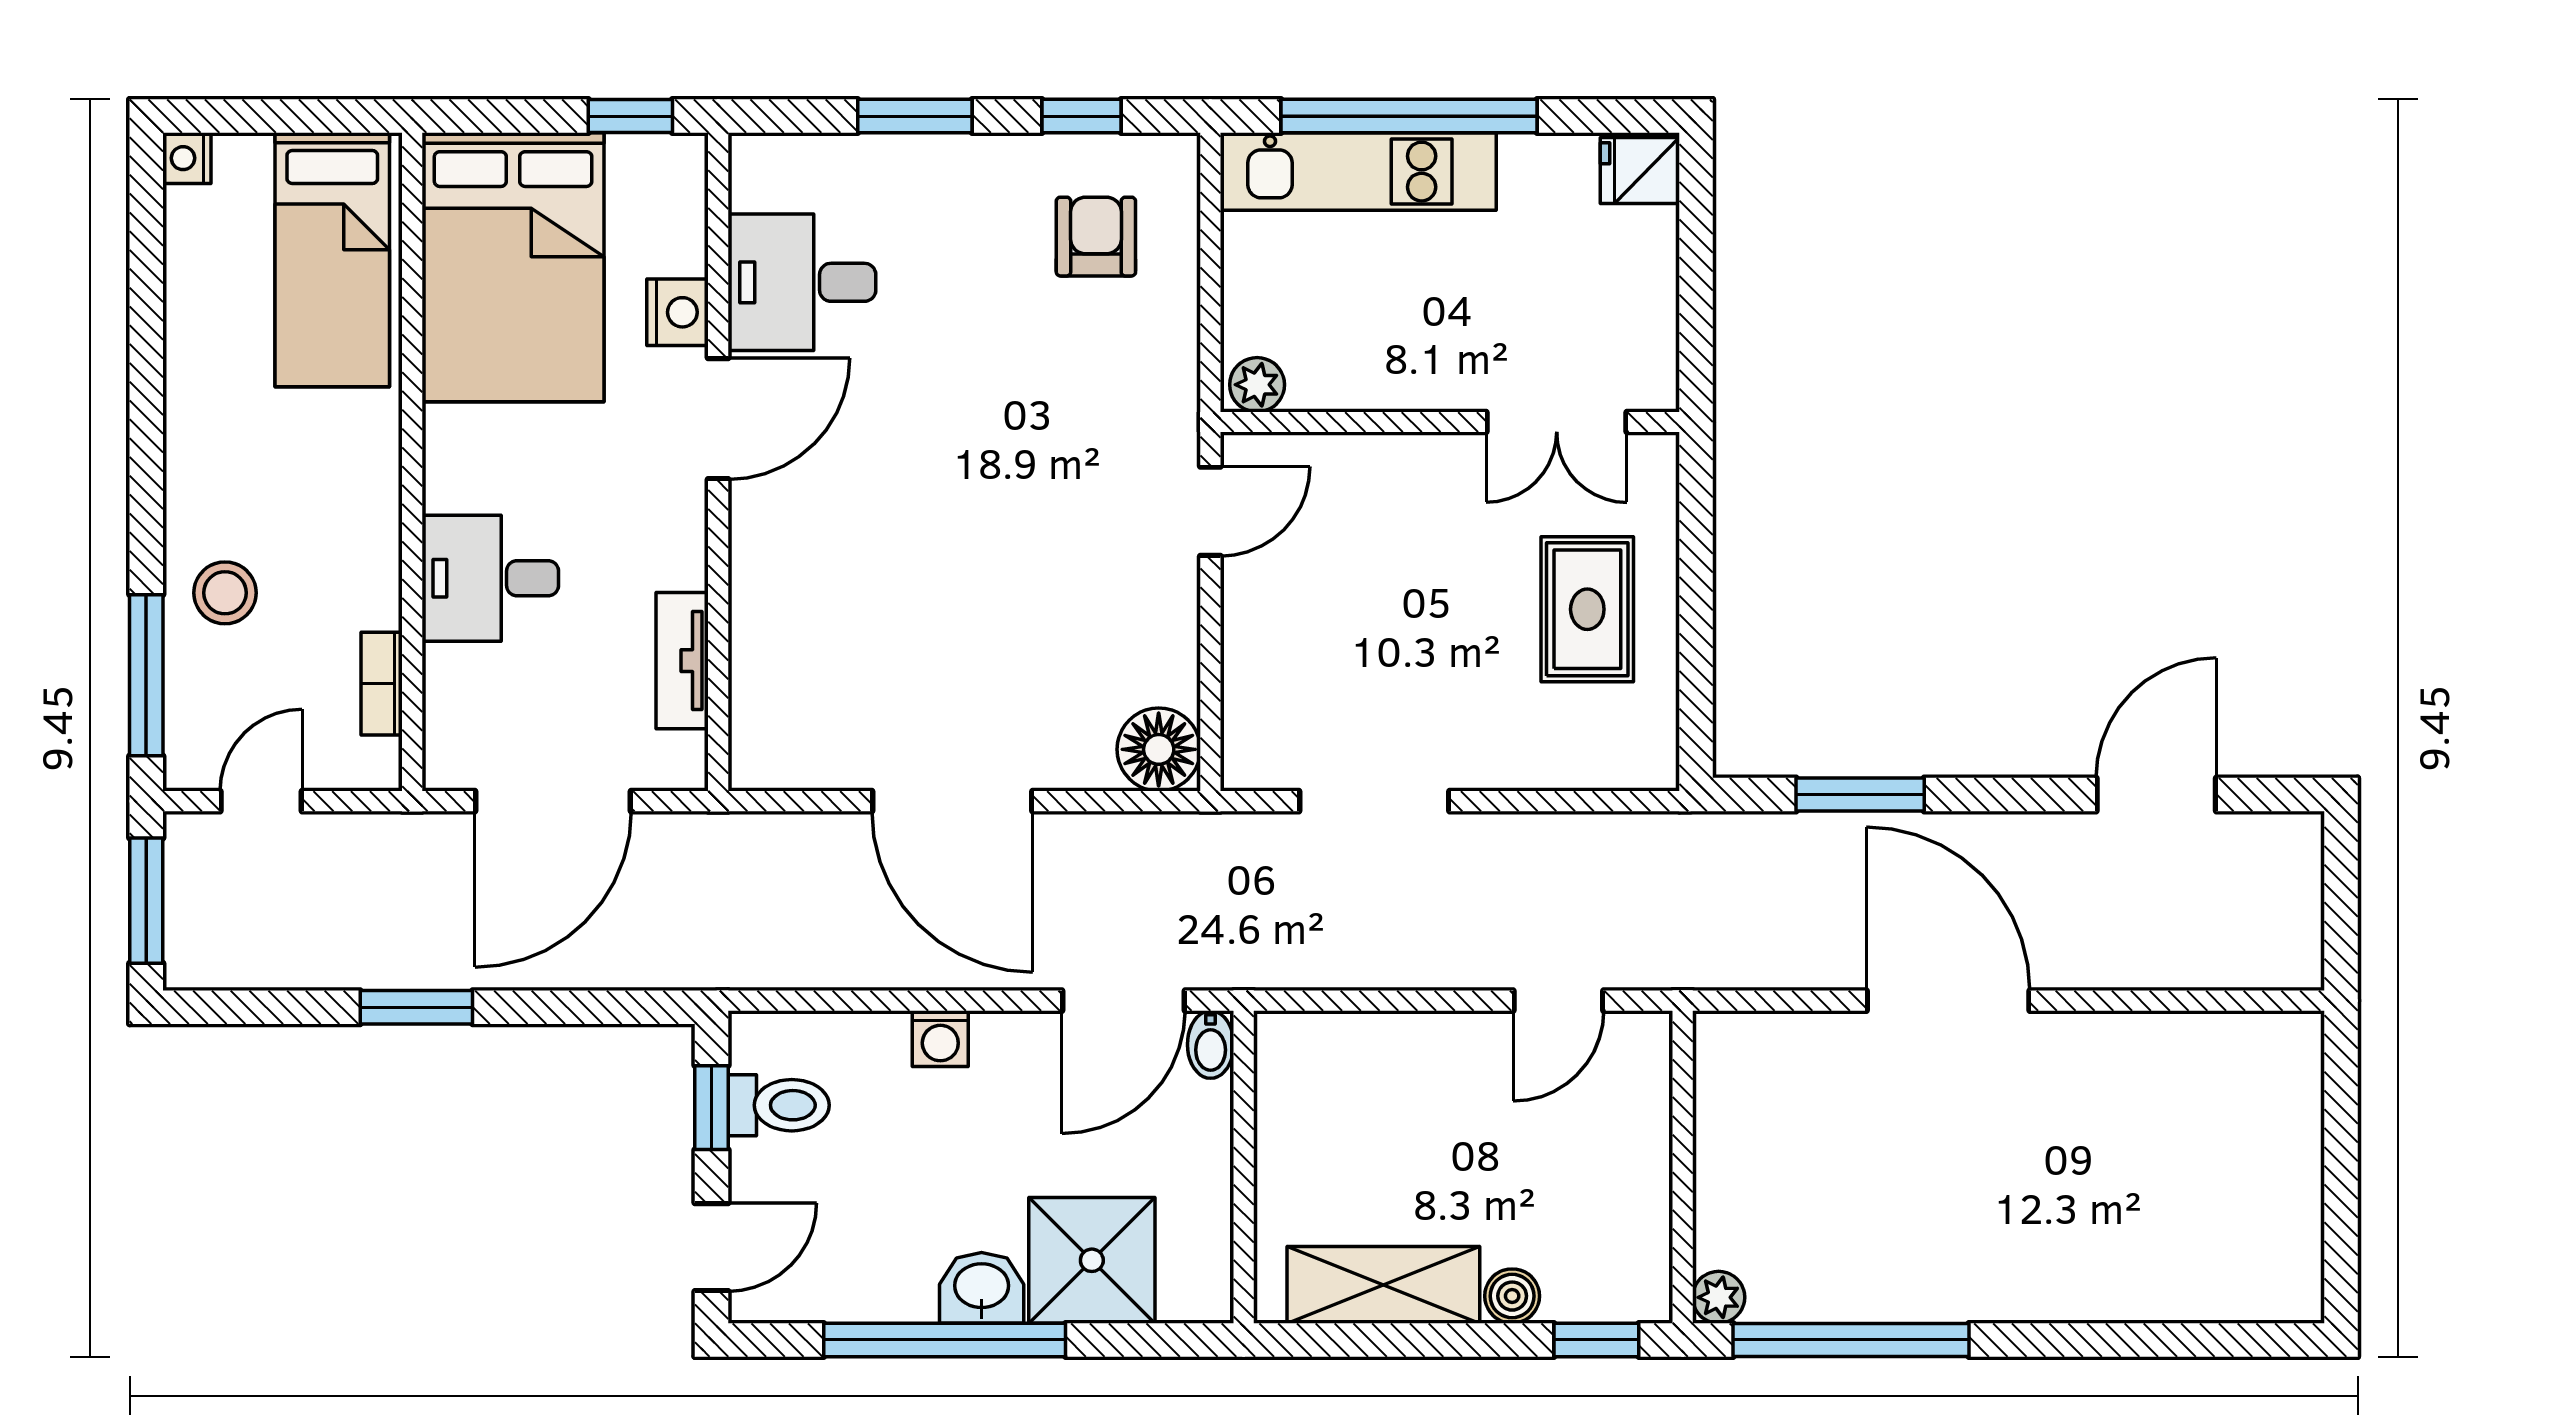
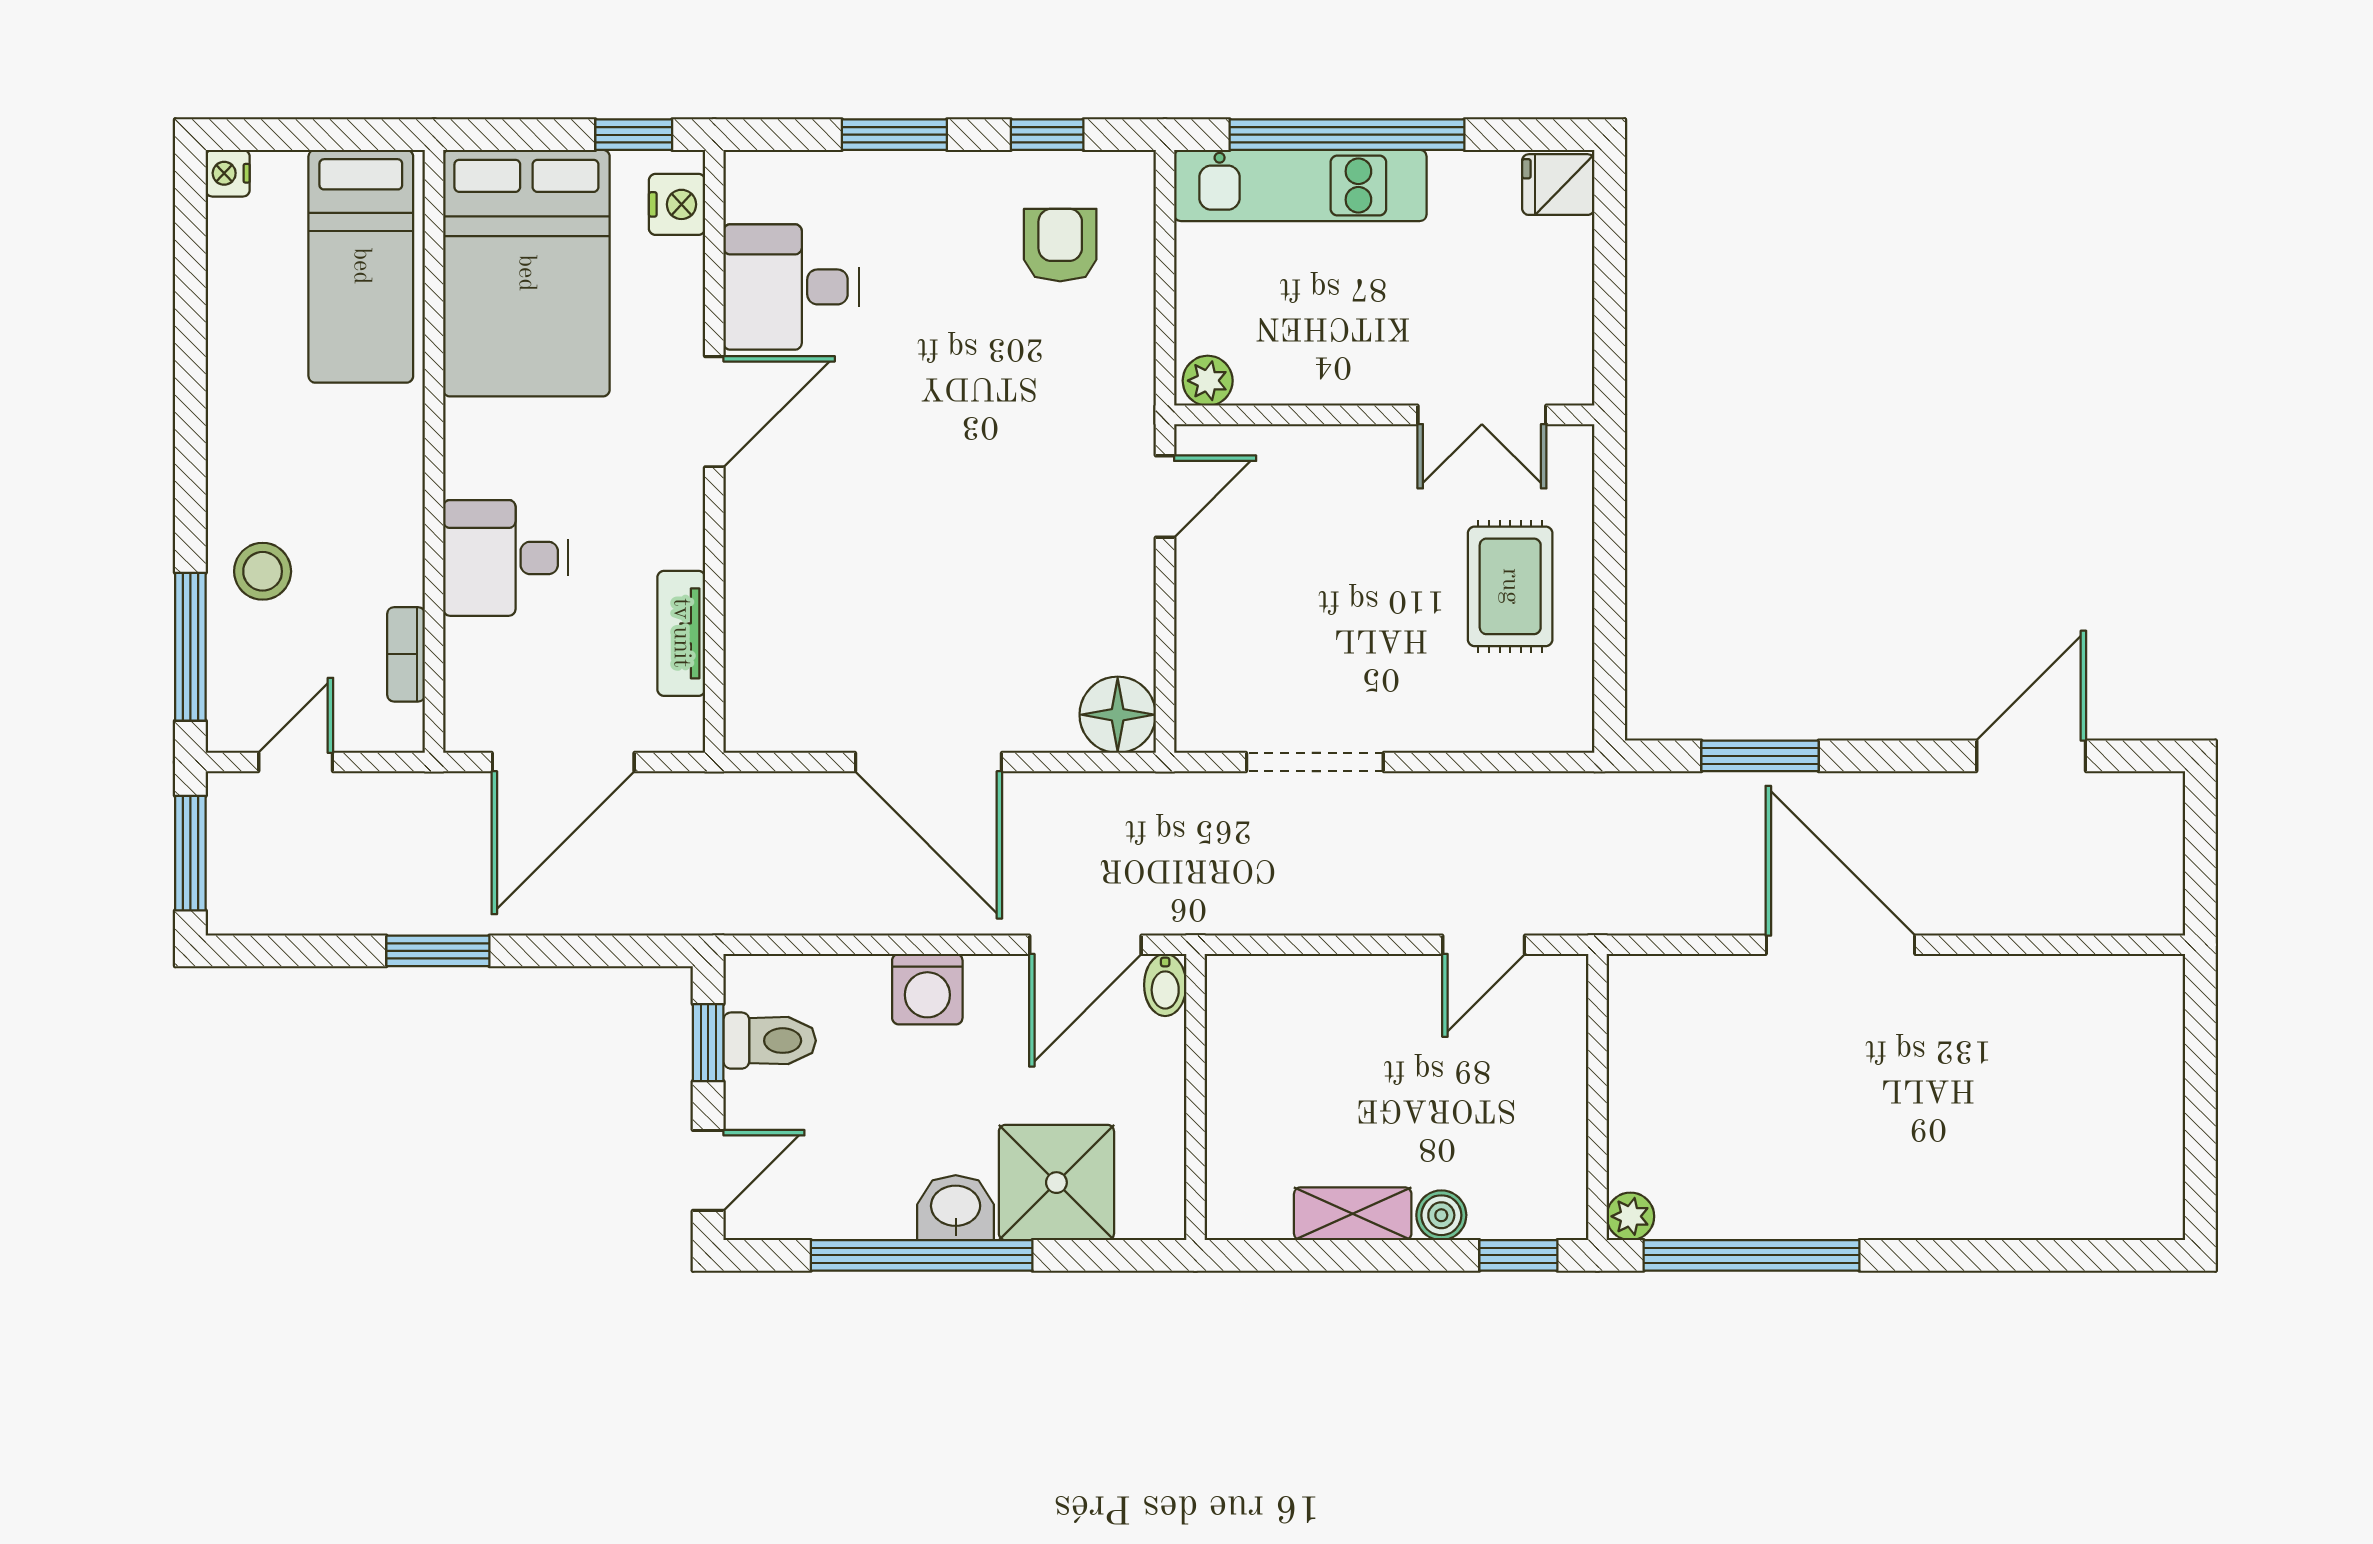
nightstand: (677, 312) -> (677, 204), moved
washing machine: (940, 1039) -> (927, 989), width x1.38, depth x1.38
shelving: (1383, 1285) -> (1353, 1214), width x0.67, depth x0.75

